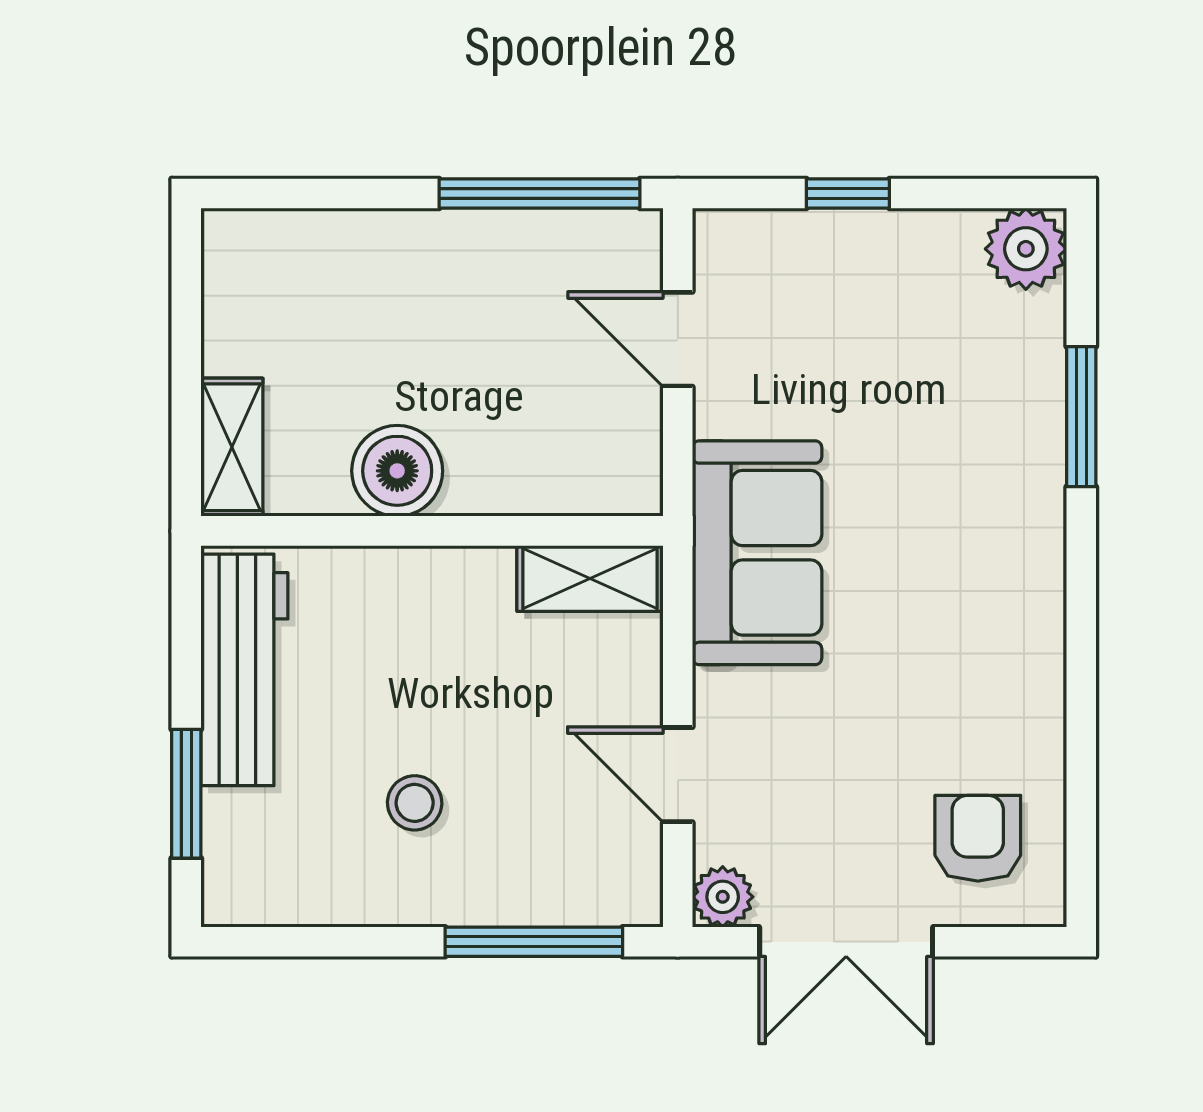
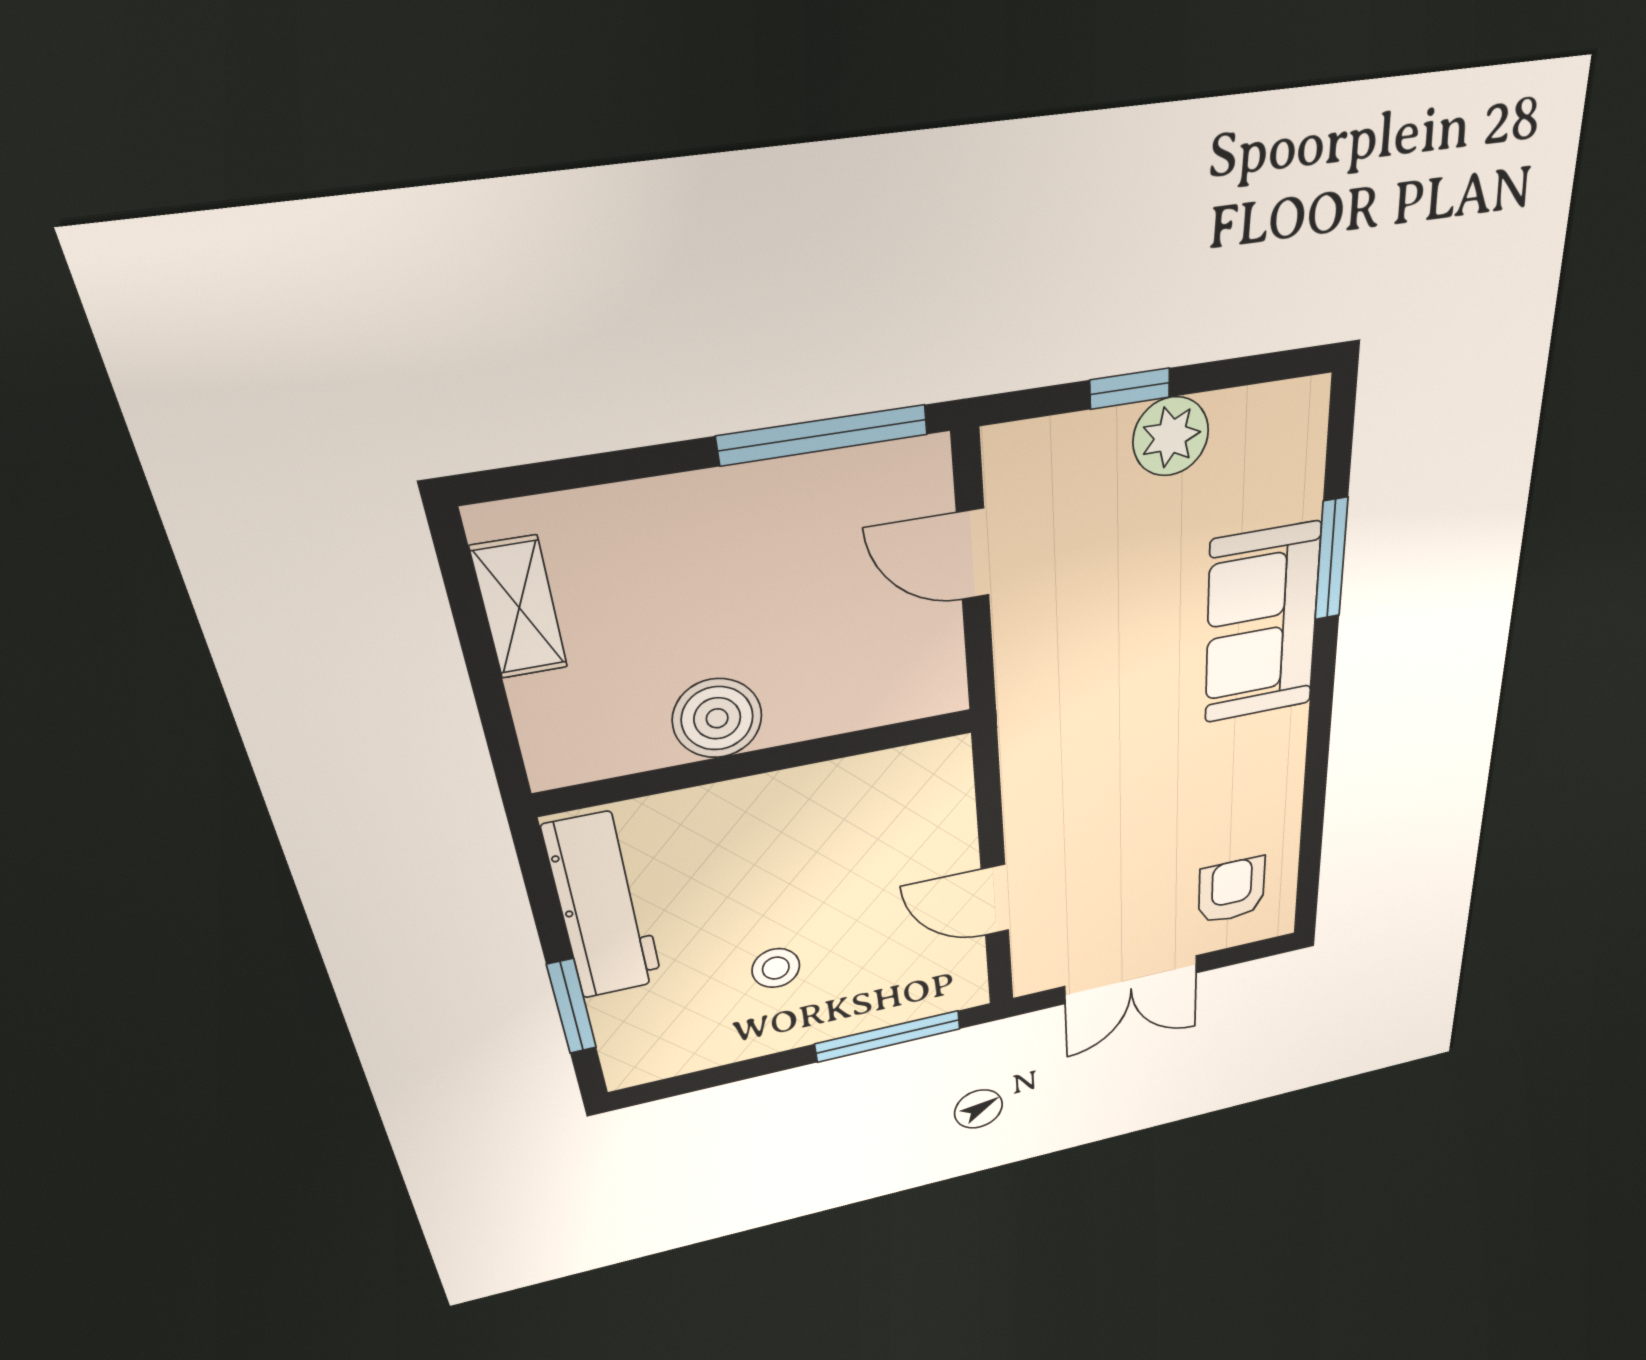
plant: (1026, 249) -> (1171, 436), moved
shelving: (232, 447) -> (519, 608), moved
sofa: (757, 553) -> (1262, 624), moved, turned 180
shelving: (590, 578) -> (908, 771), removed
plant: (723, 897) -> (1036, 973), removed

